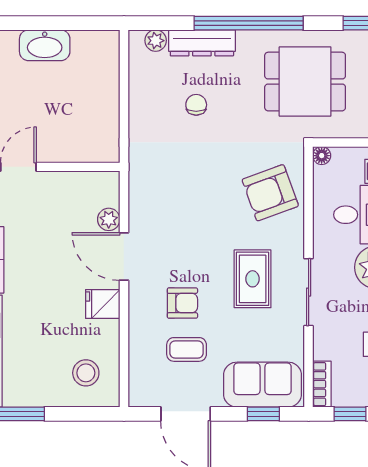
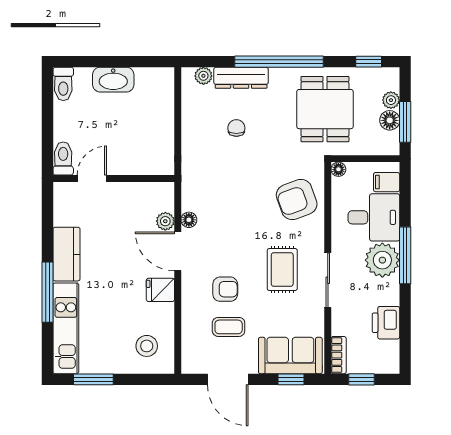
dining table: (305, 82) -> (325, 109), turned 90
floor lamp: (138, 218) -> (189, 220), added

